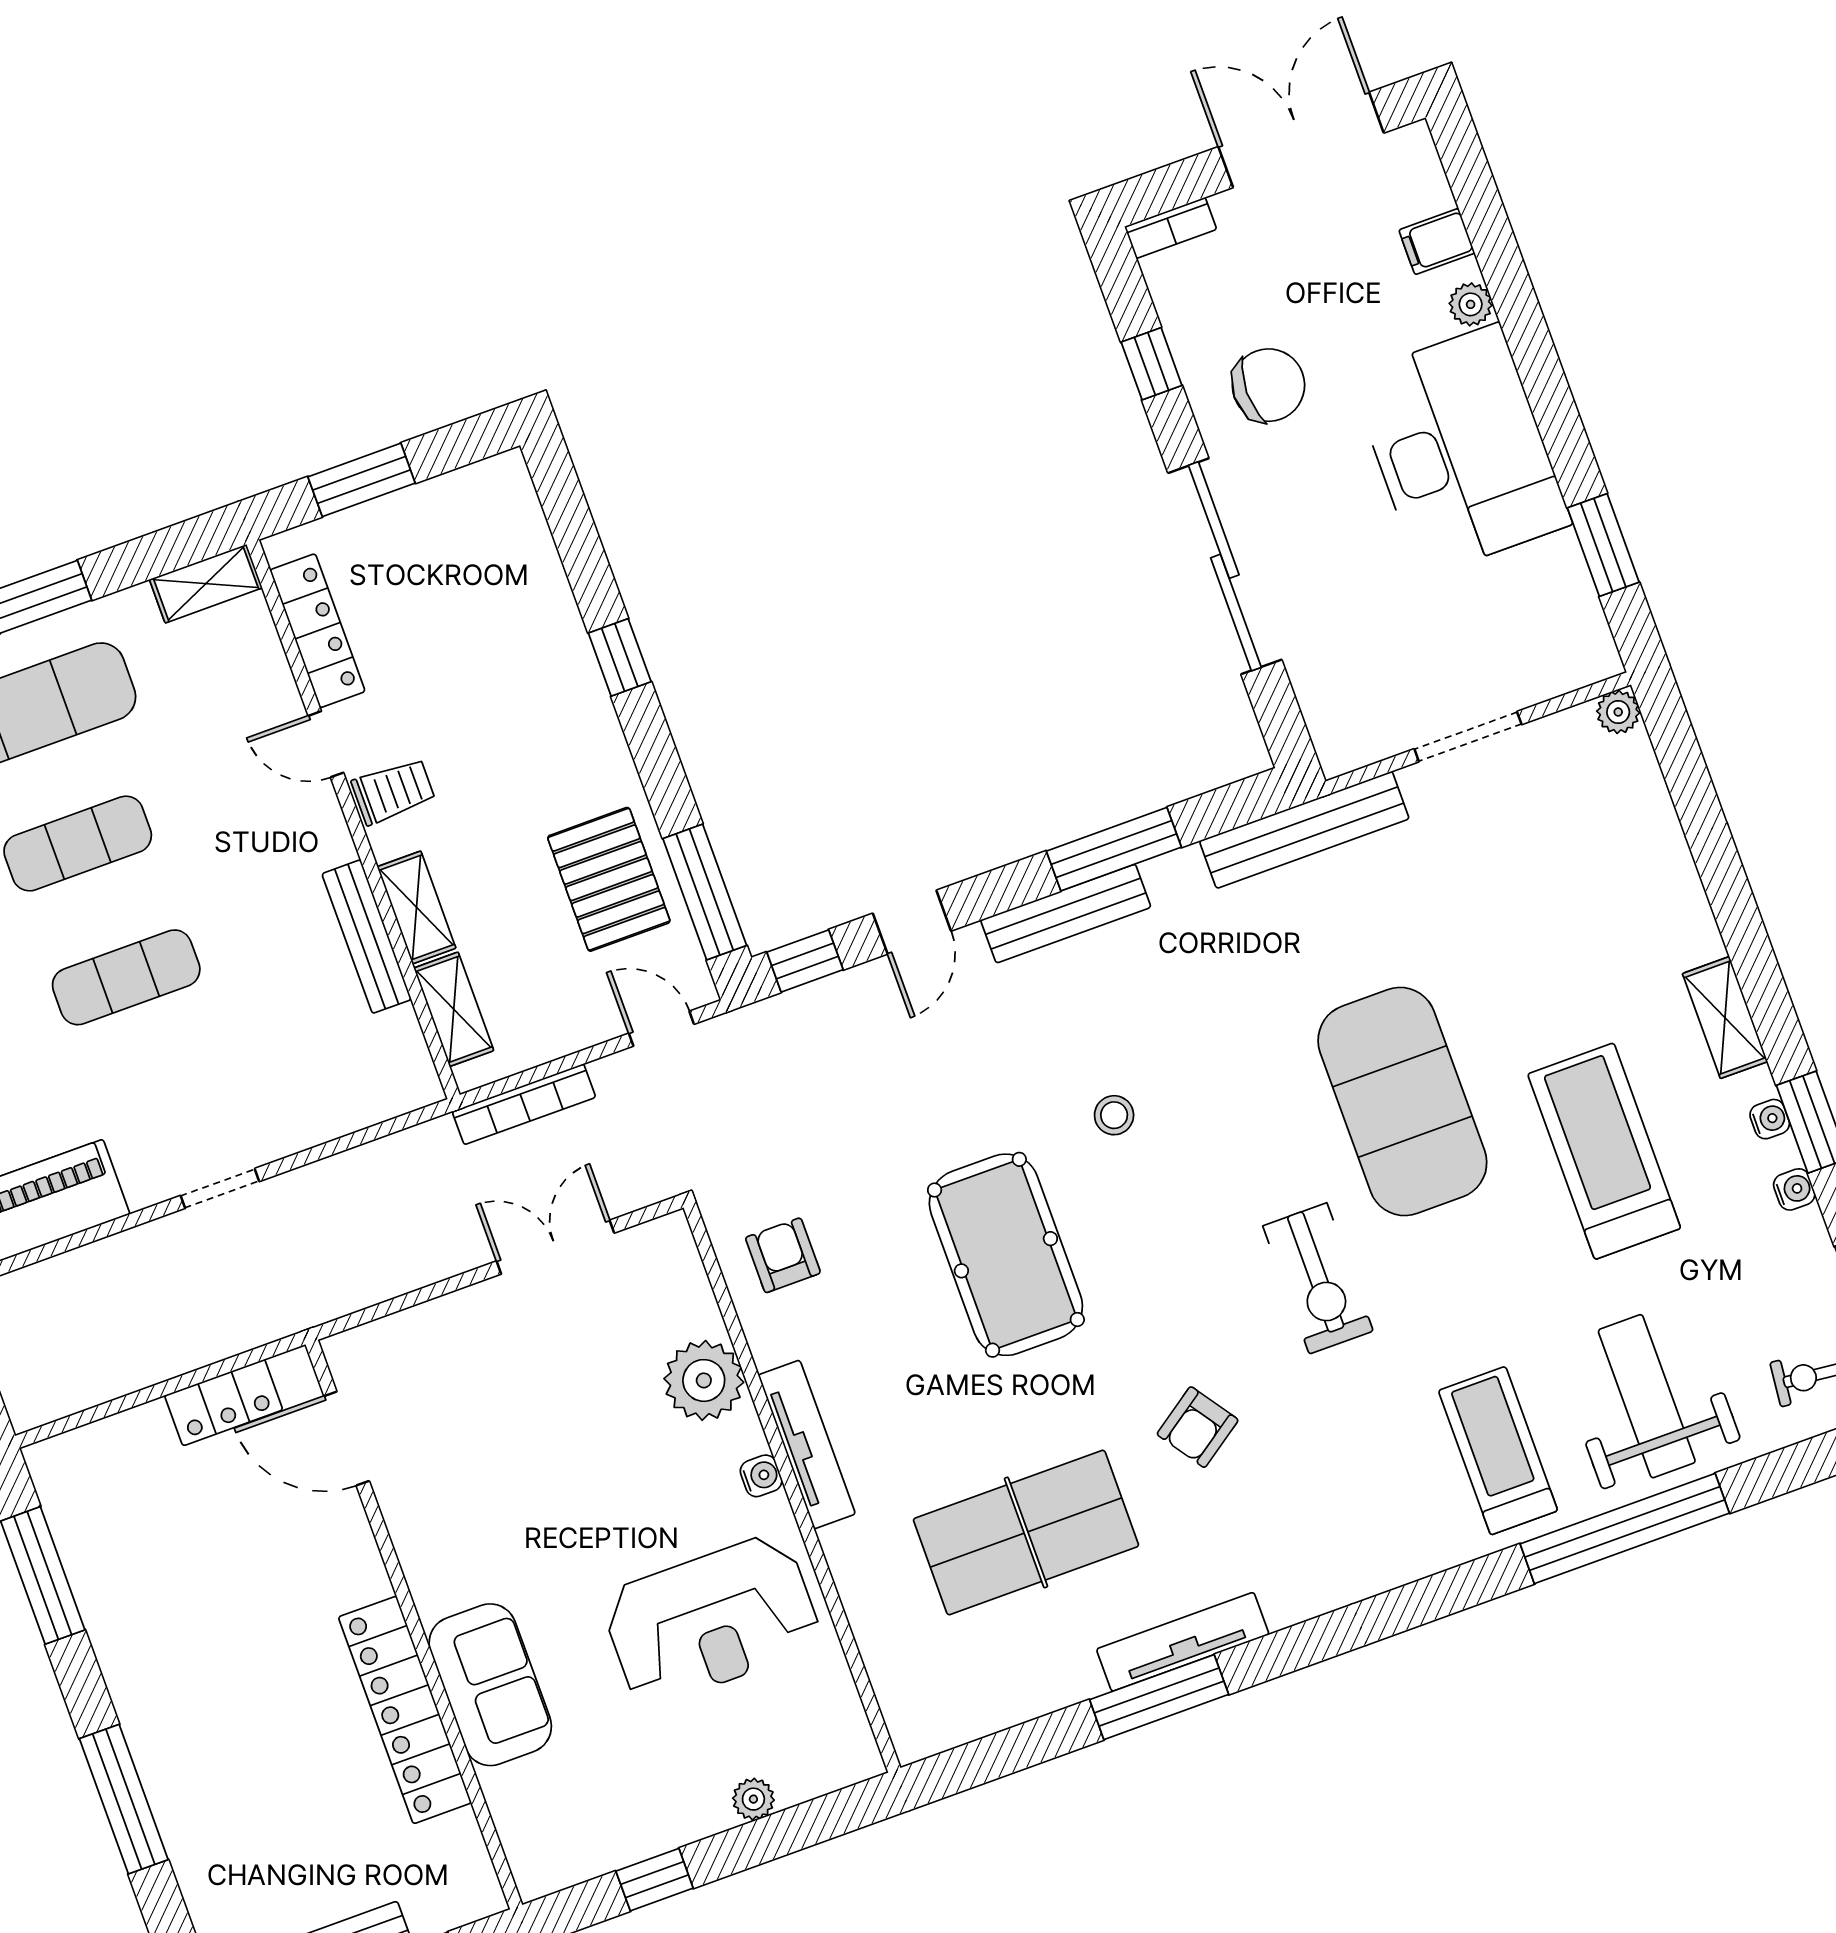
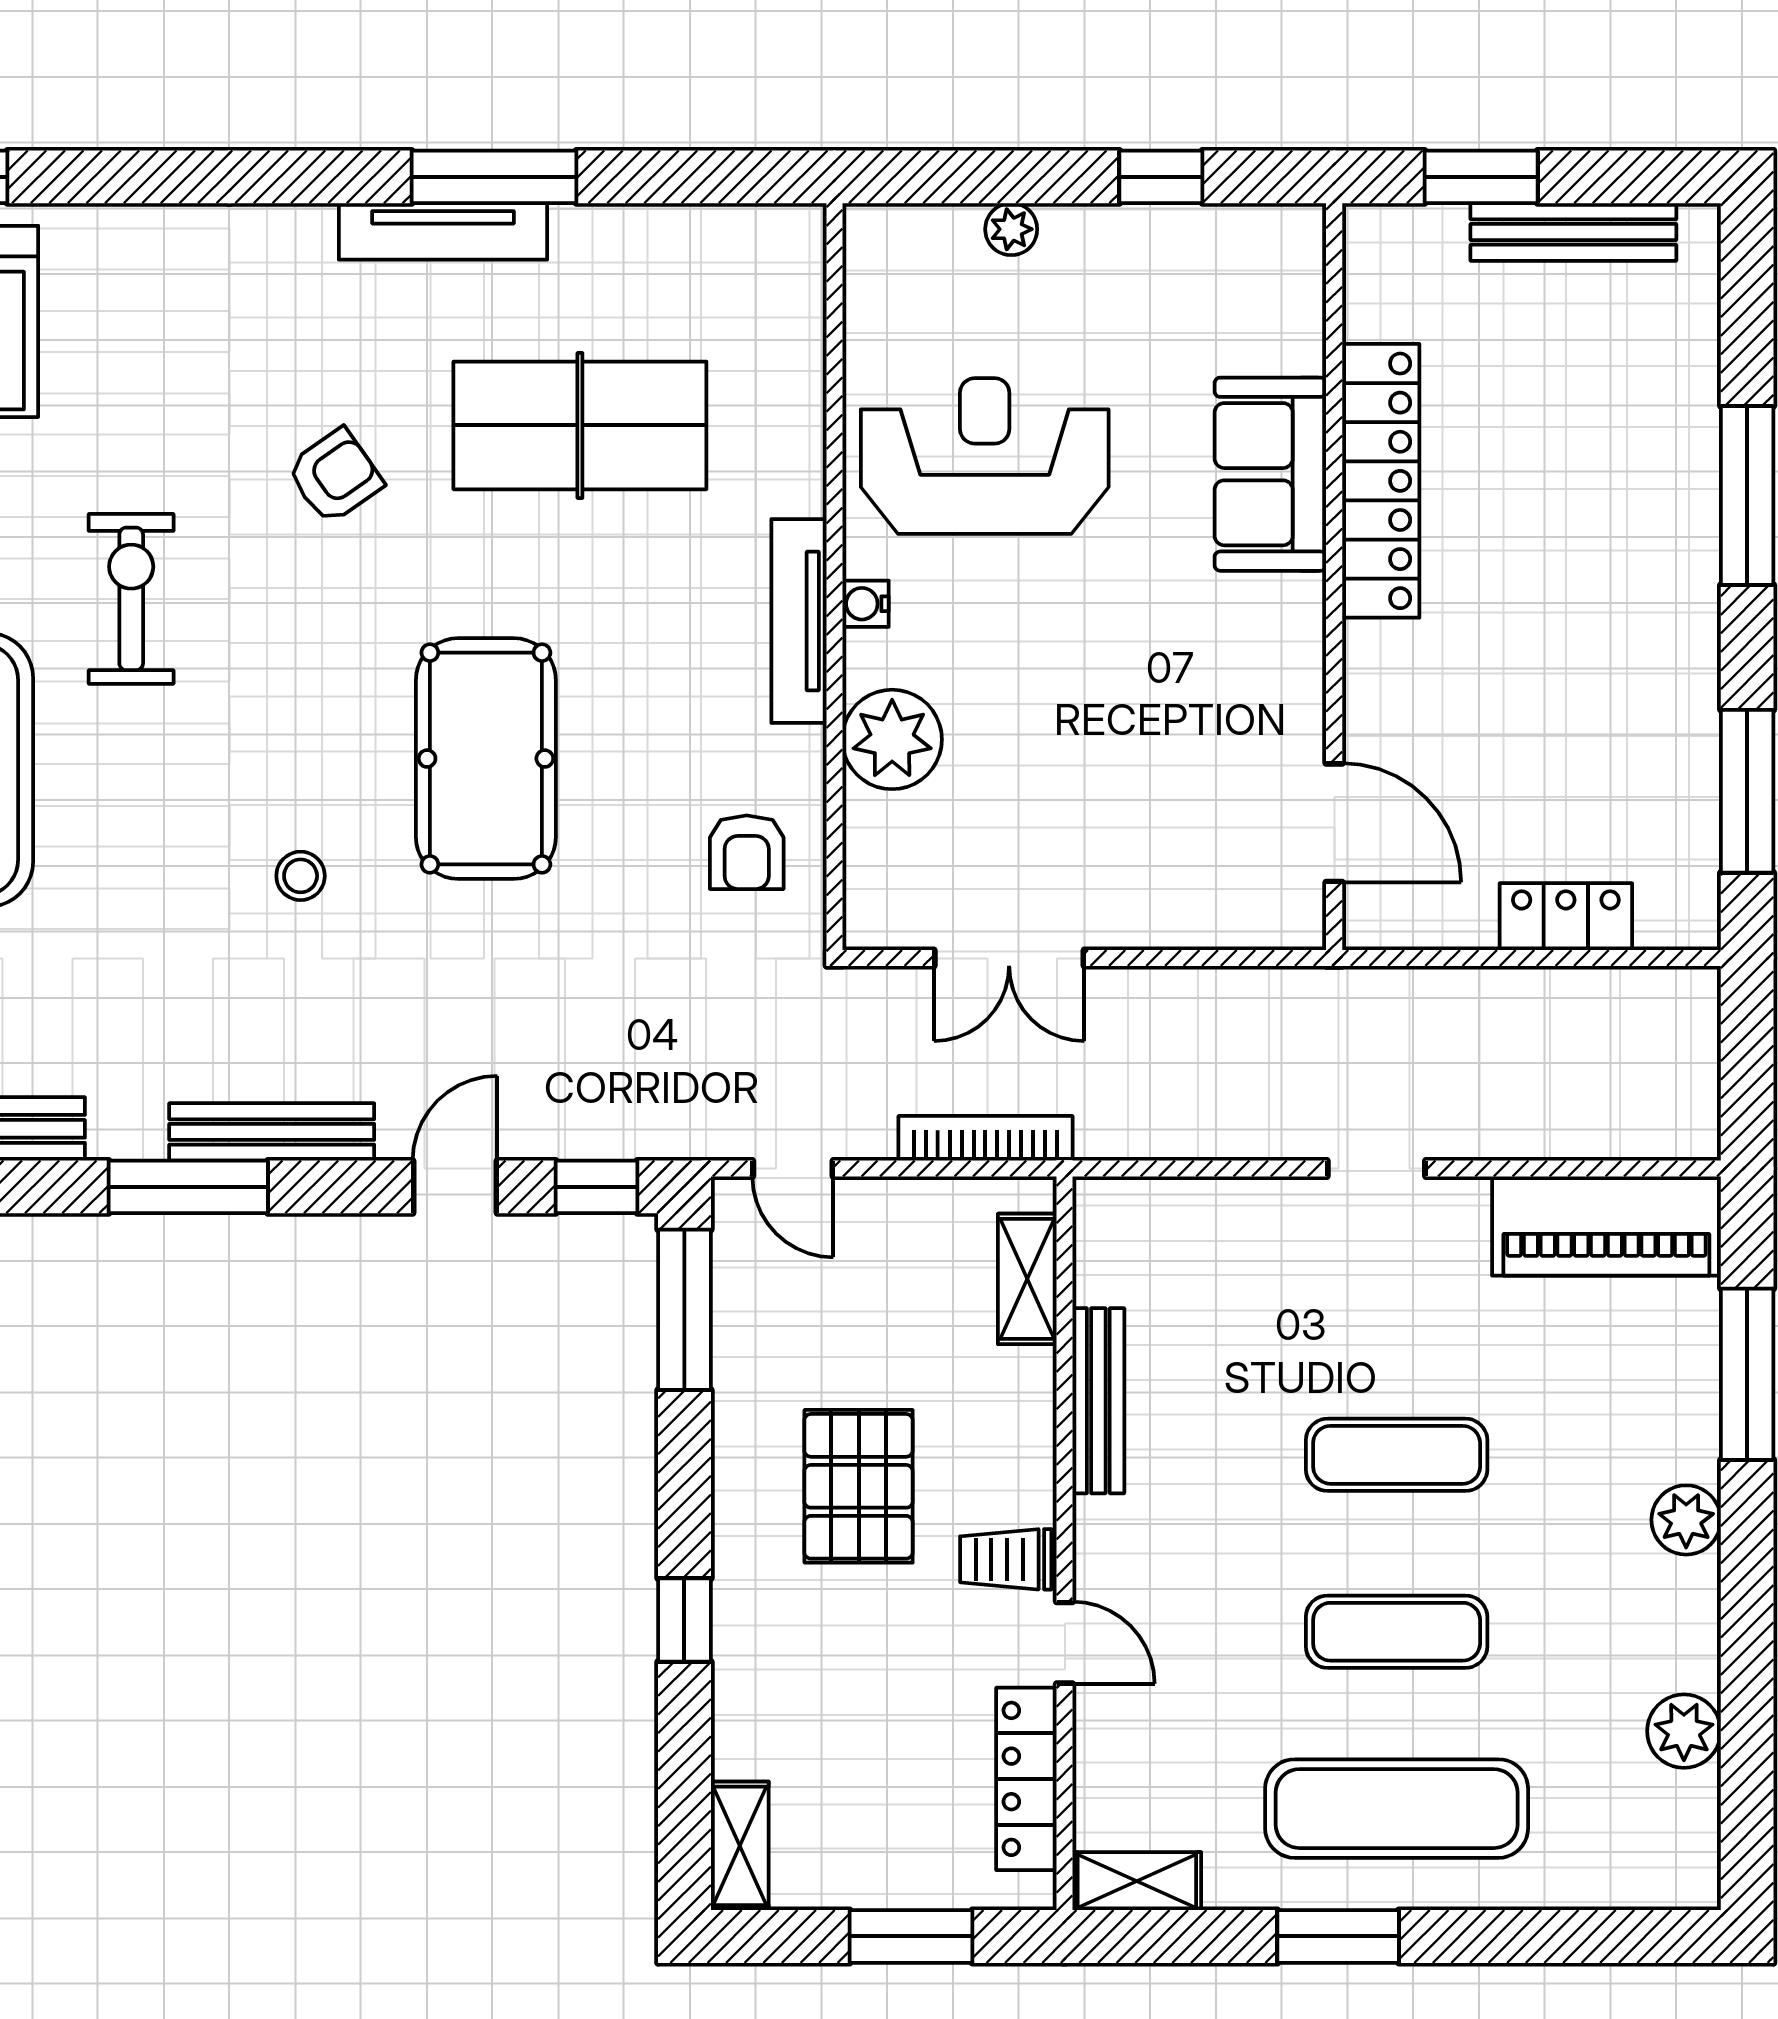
pallet: (609, 879) -> (859, 1486), moved
shelving: (417, 907) -> (740, 1846), moved
locker: (224, 1403) -> (1566, 917), moved

